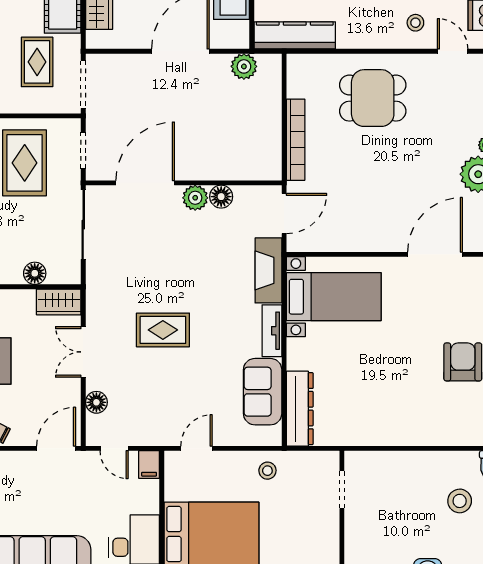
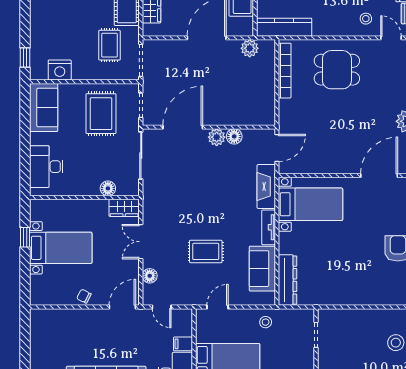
bookcase: (296, 140) -> (285, 71), moved
rug: (163, 330) -> (206, 251), moved
filing cabinet: (149, 464) -> (183, 344), moved, turned 90

